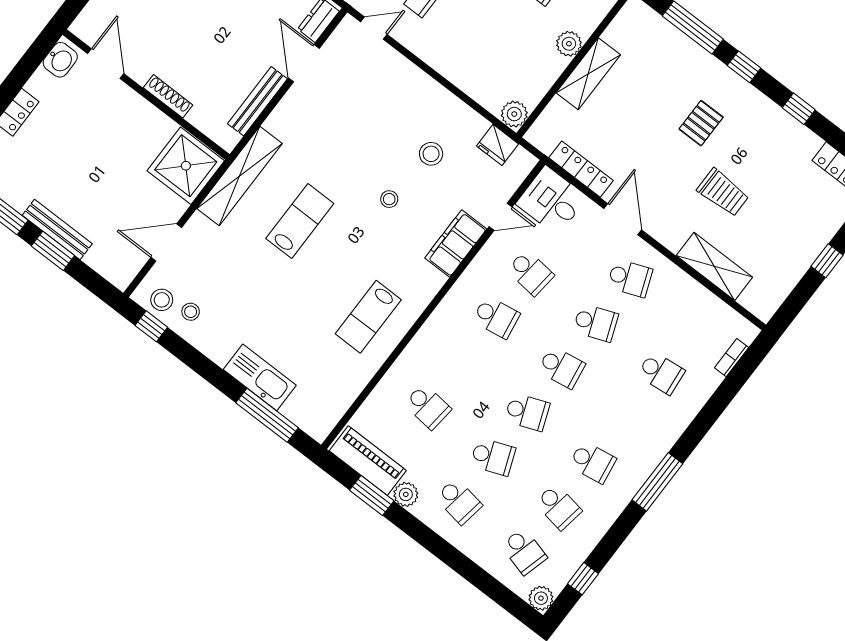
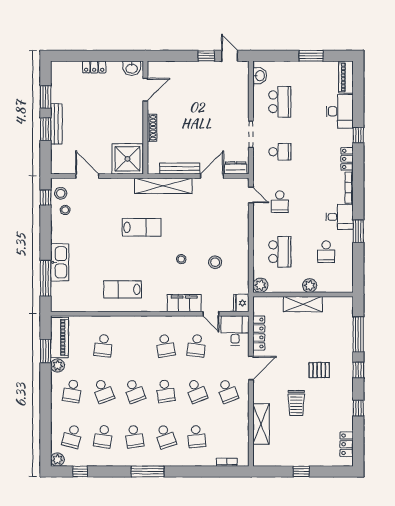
school desk: (487, 49) -> (280, 252), added
fridge: (498, 145) -> (241, 303), moved
shelving: (240, 176) -> (163, 186), moved
school desk: (627, 418) -> (165, 436), added

